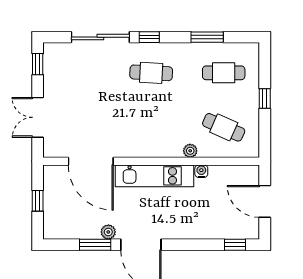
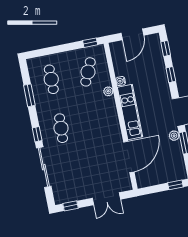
window: (265, 98) -> (90, 43), moved
window: (38, 201) -> (175, 185), moved
window: (196, 245) -> (171, 75), added

